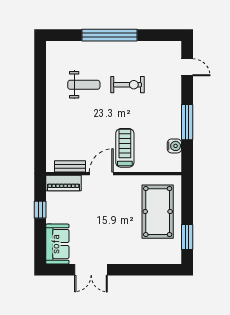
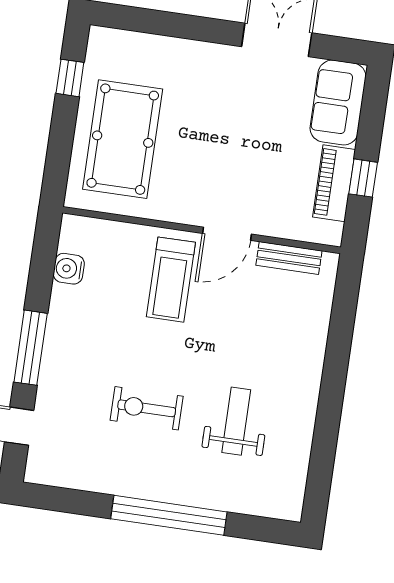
weight bench: (84, 85) -> (236, 421), turned 90
window: (187, 122) -> (31, 348), moved
piano: (63, 183) -> (334, 183), moved, turned -90
window: (187, 237) -> (70, 78), width x0.67

